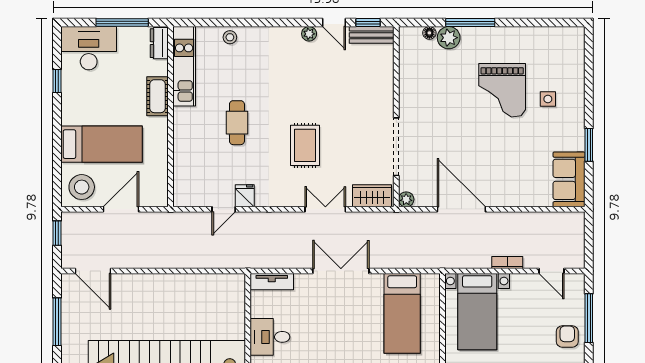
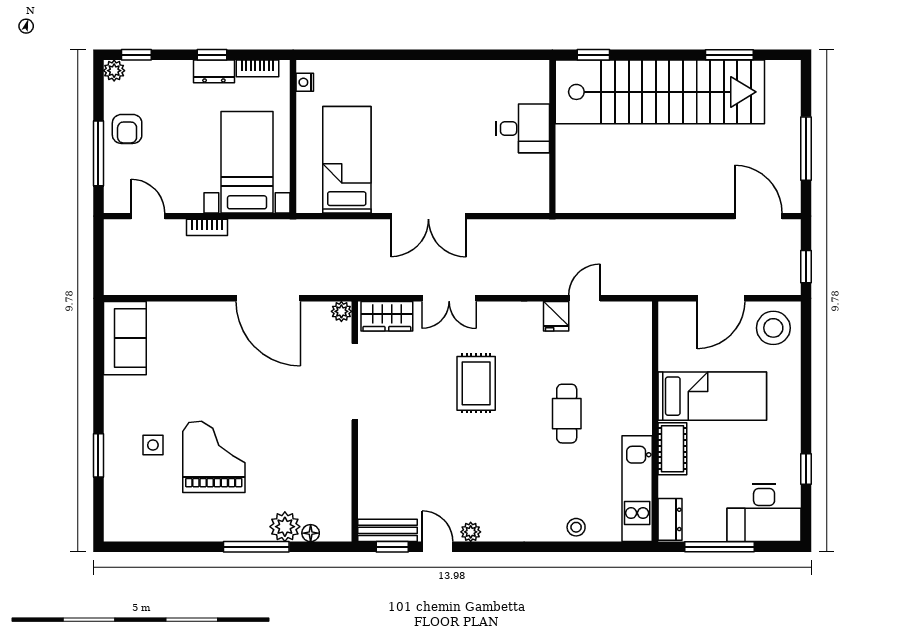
bed: (102, 144) -> (712, 396), moved, turned 180
window: (589, 145) -> (98, 455), moved
tv unit: (272, 282) -> (520, 202), removed

